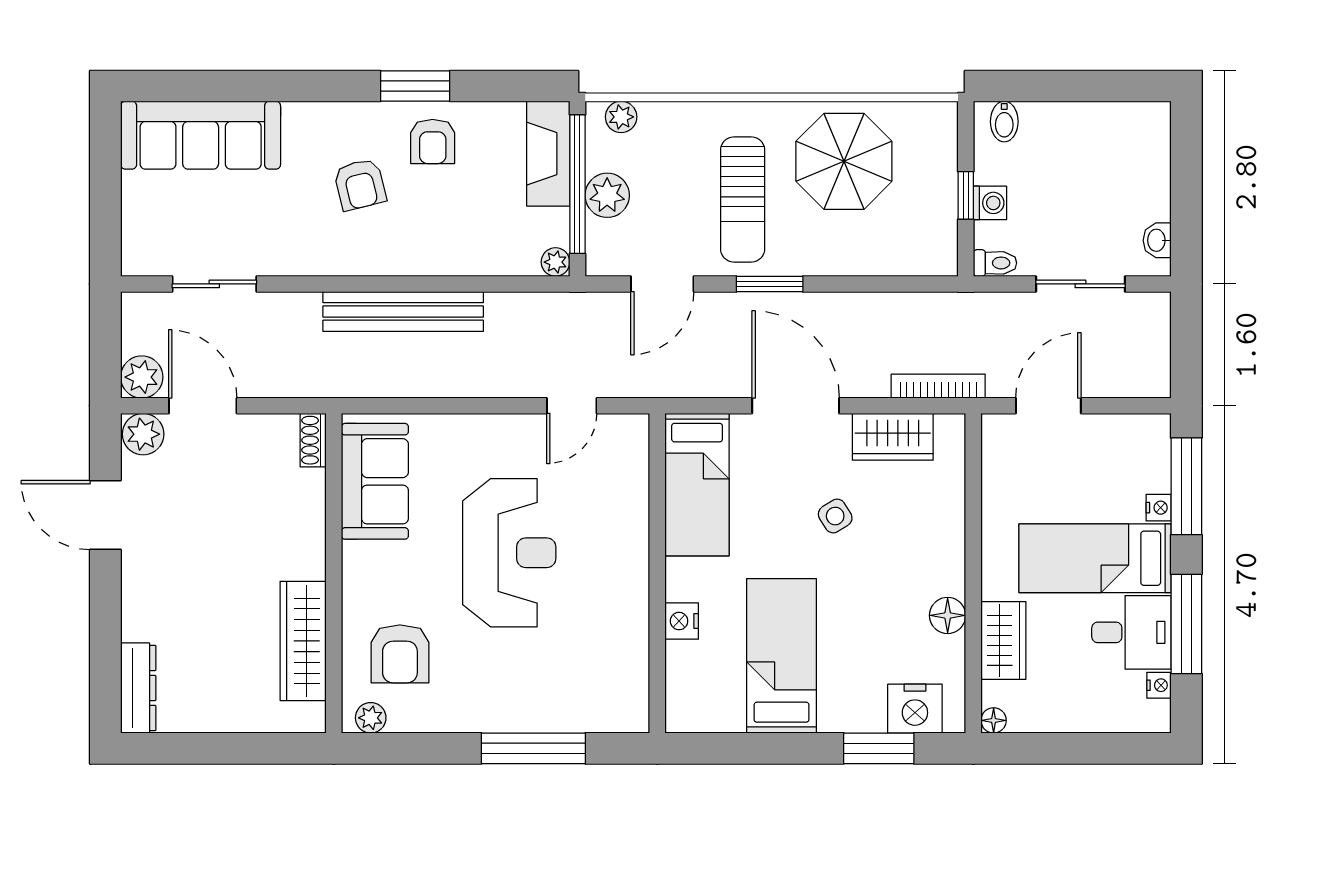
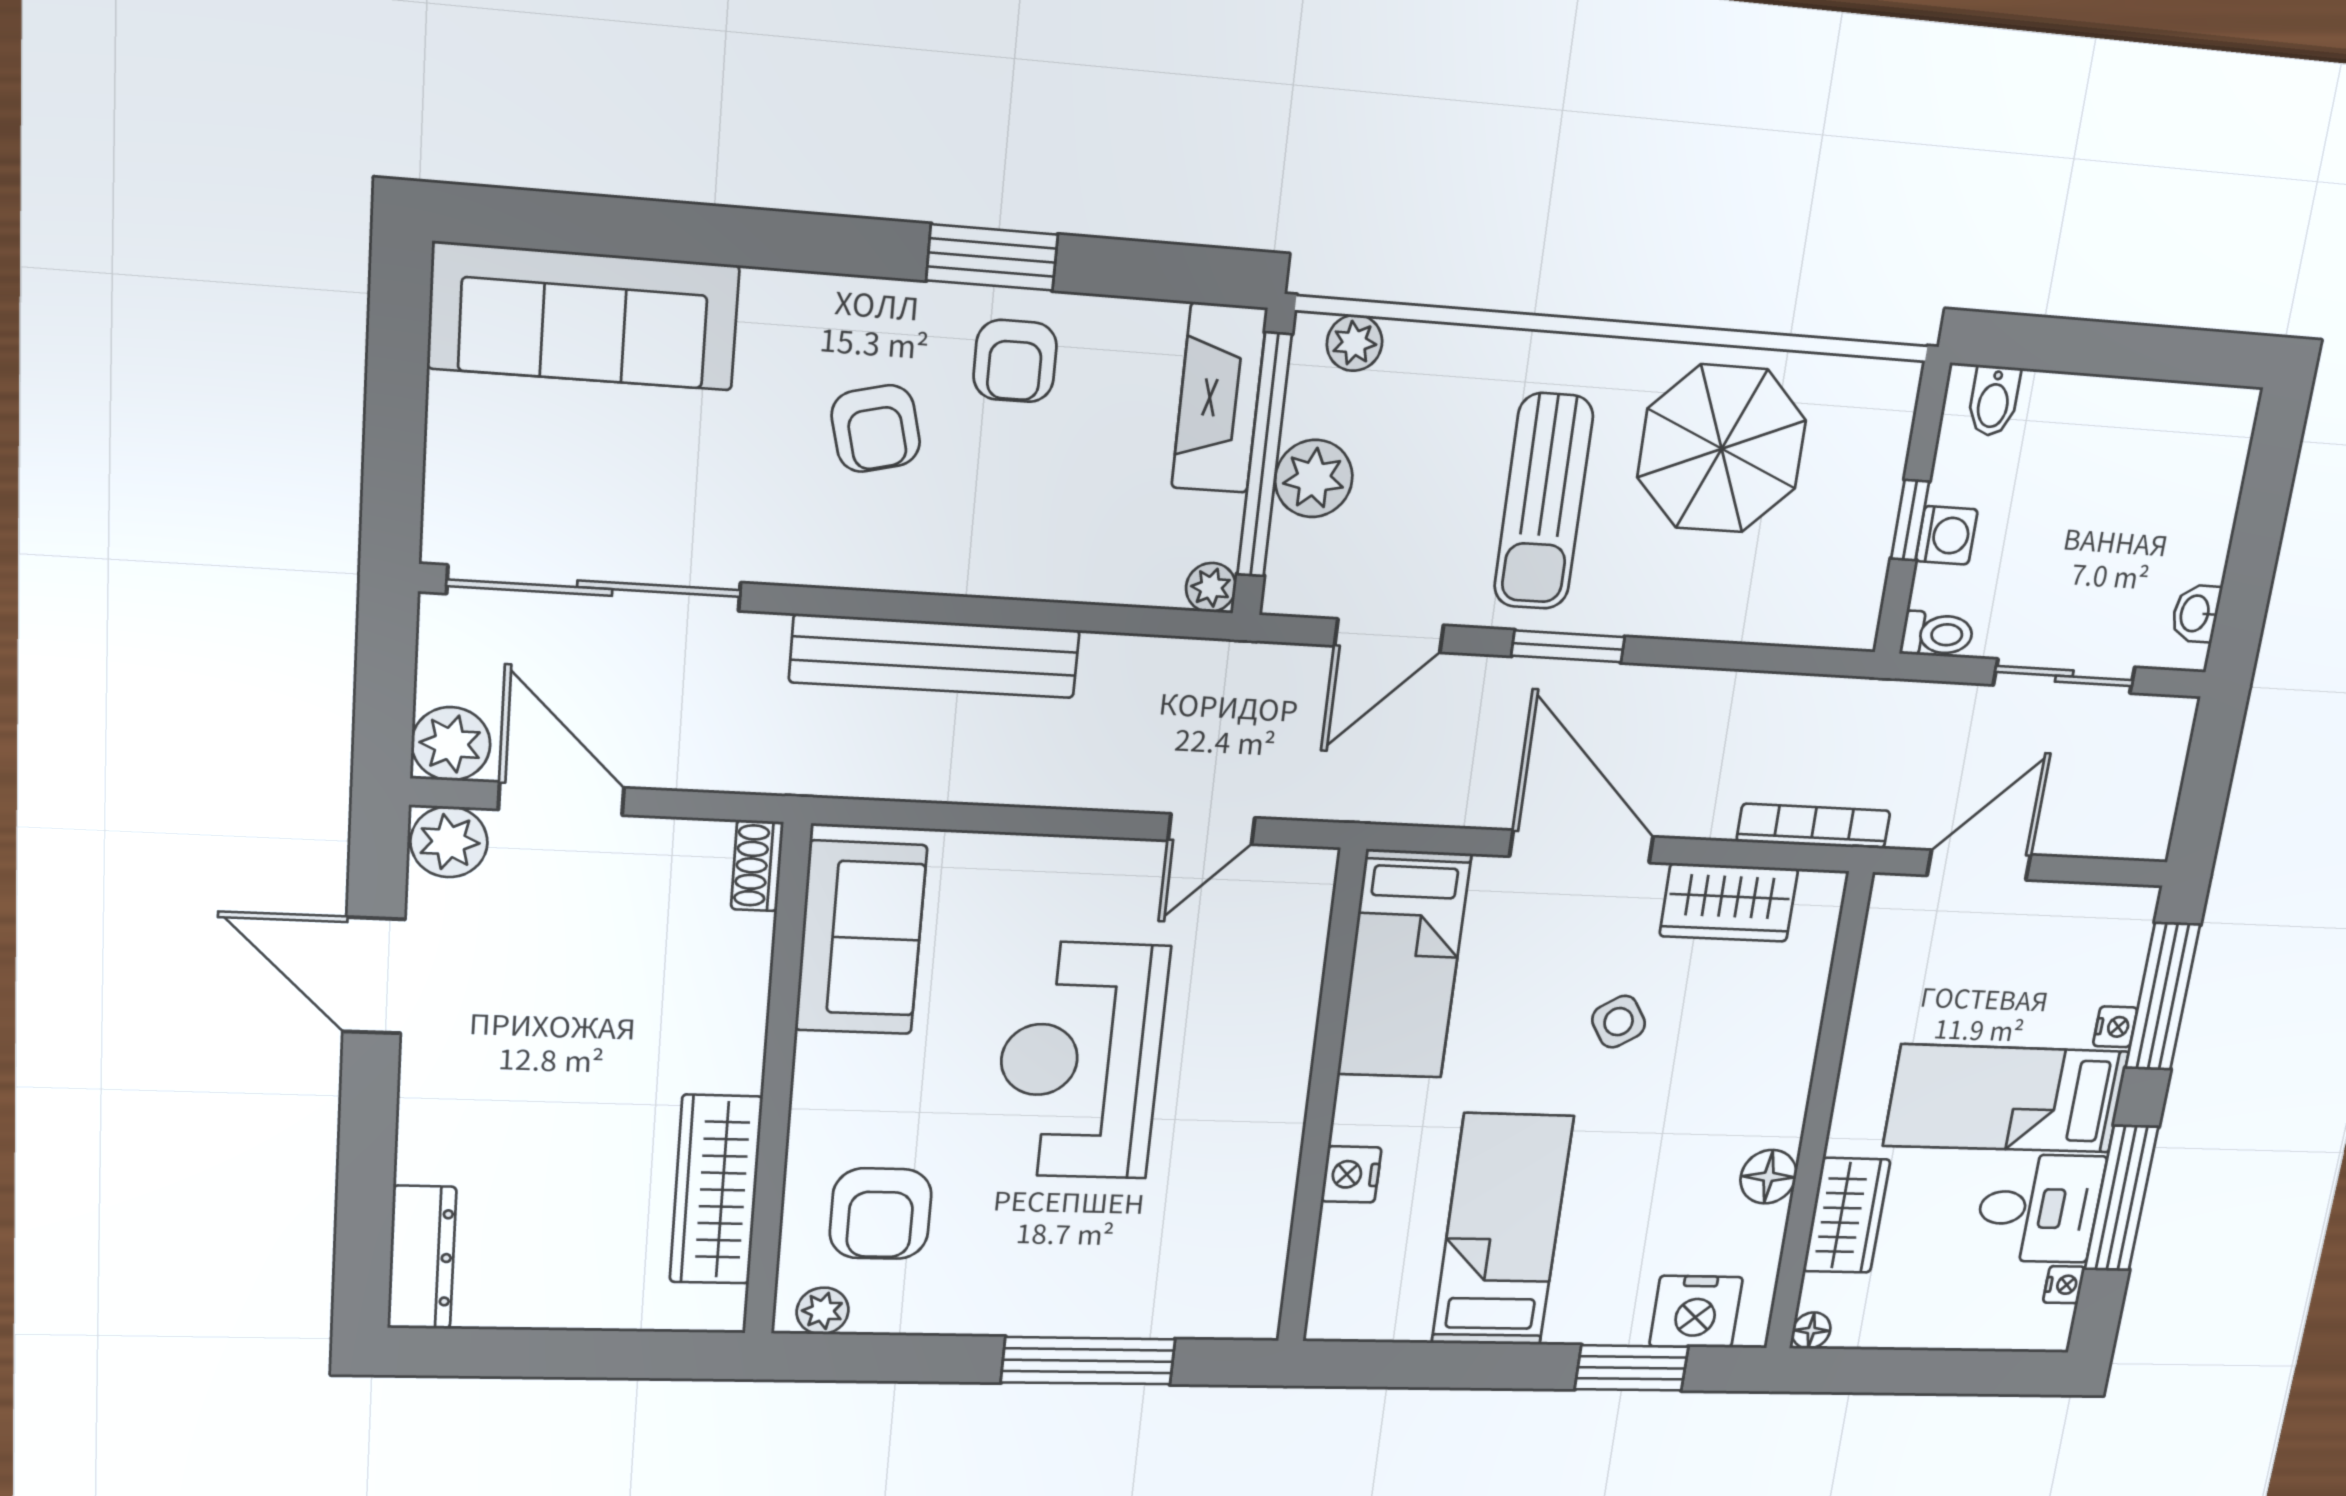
sliding door: (214, 284) -> (595, 588), width x1.86
reception desk: (509, 553) -> (1080, 1061), turned 180

